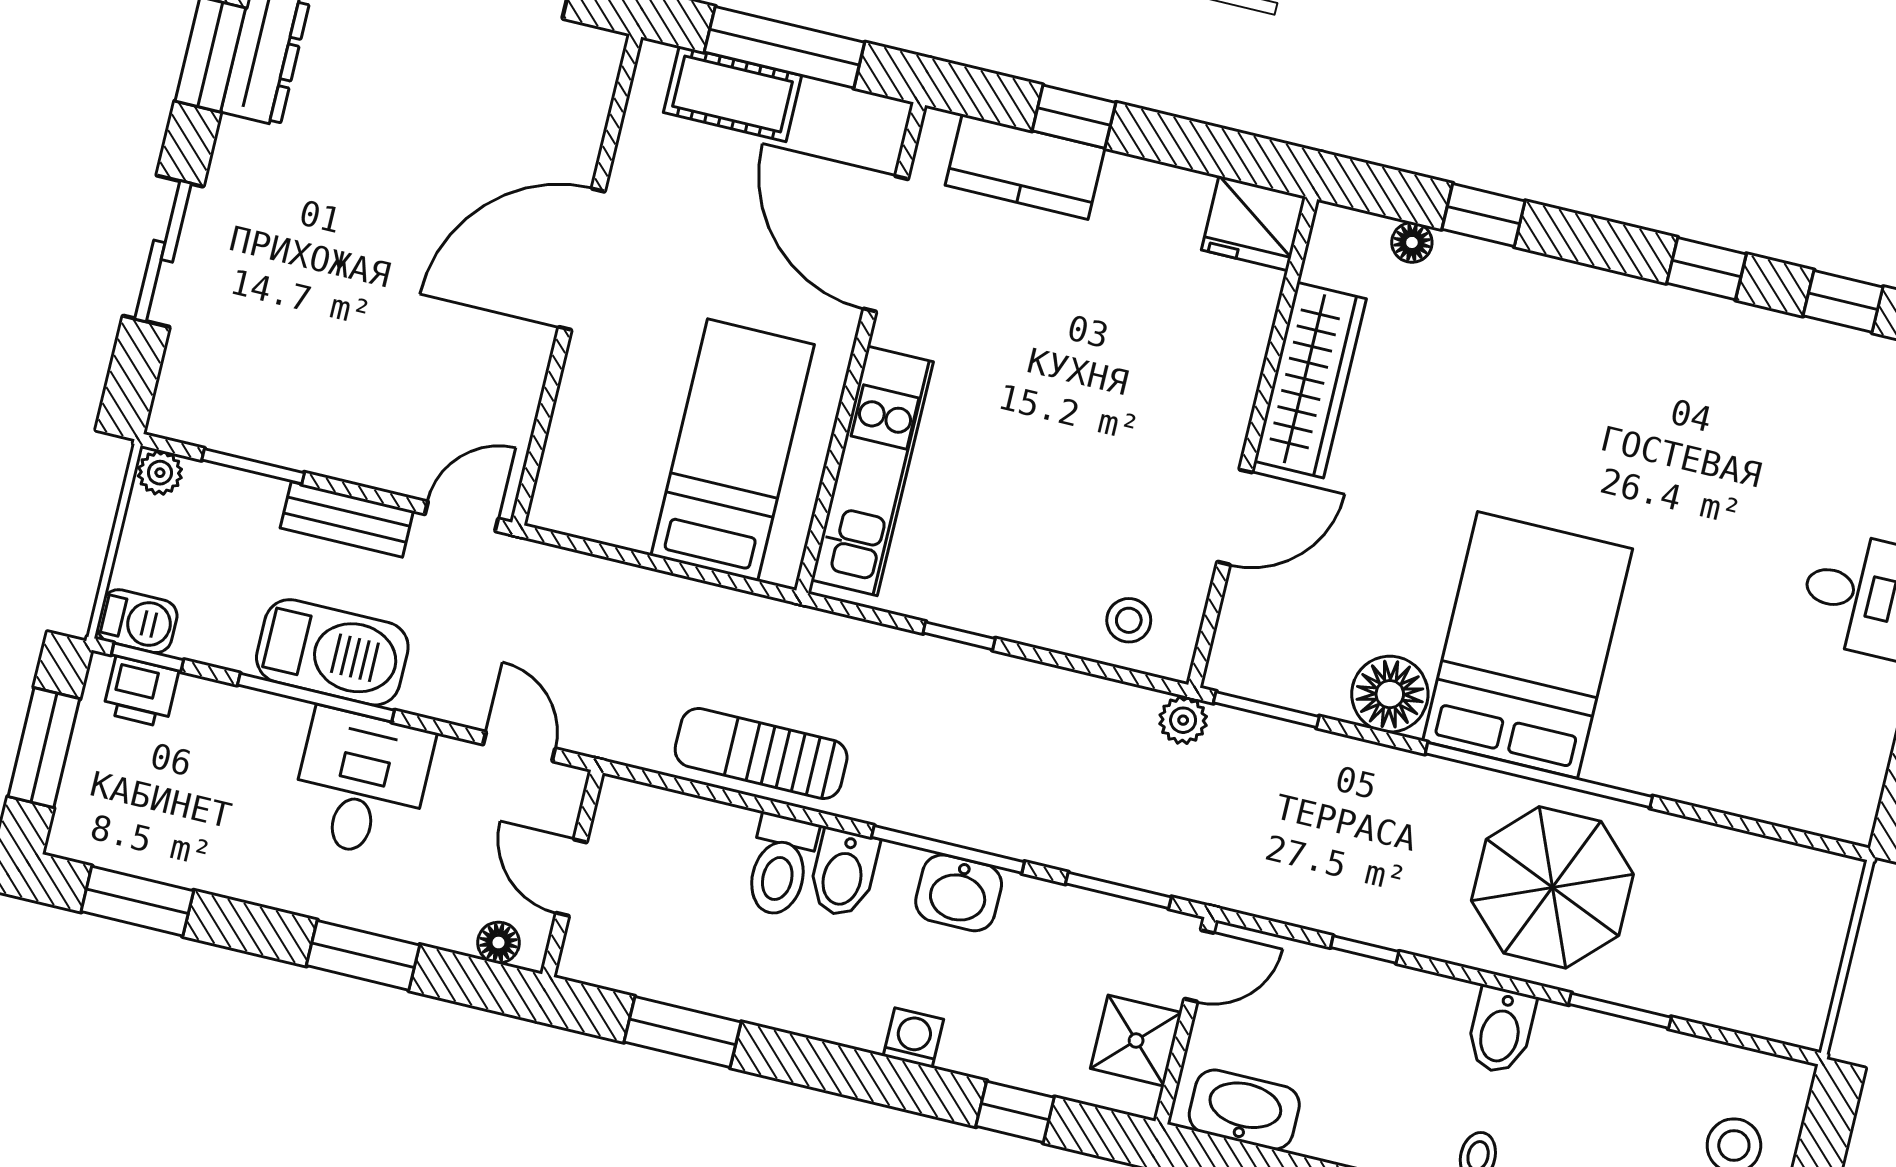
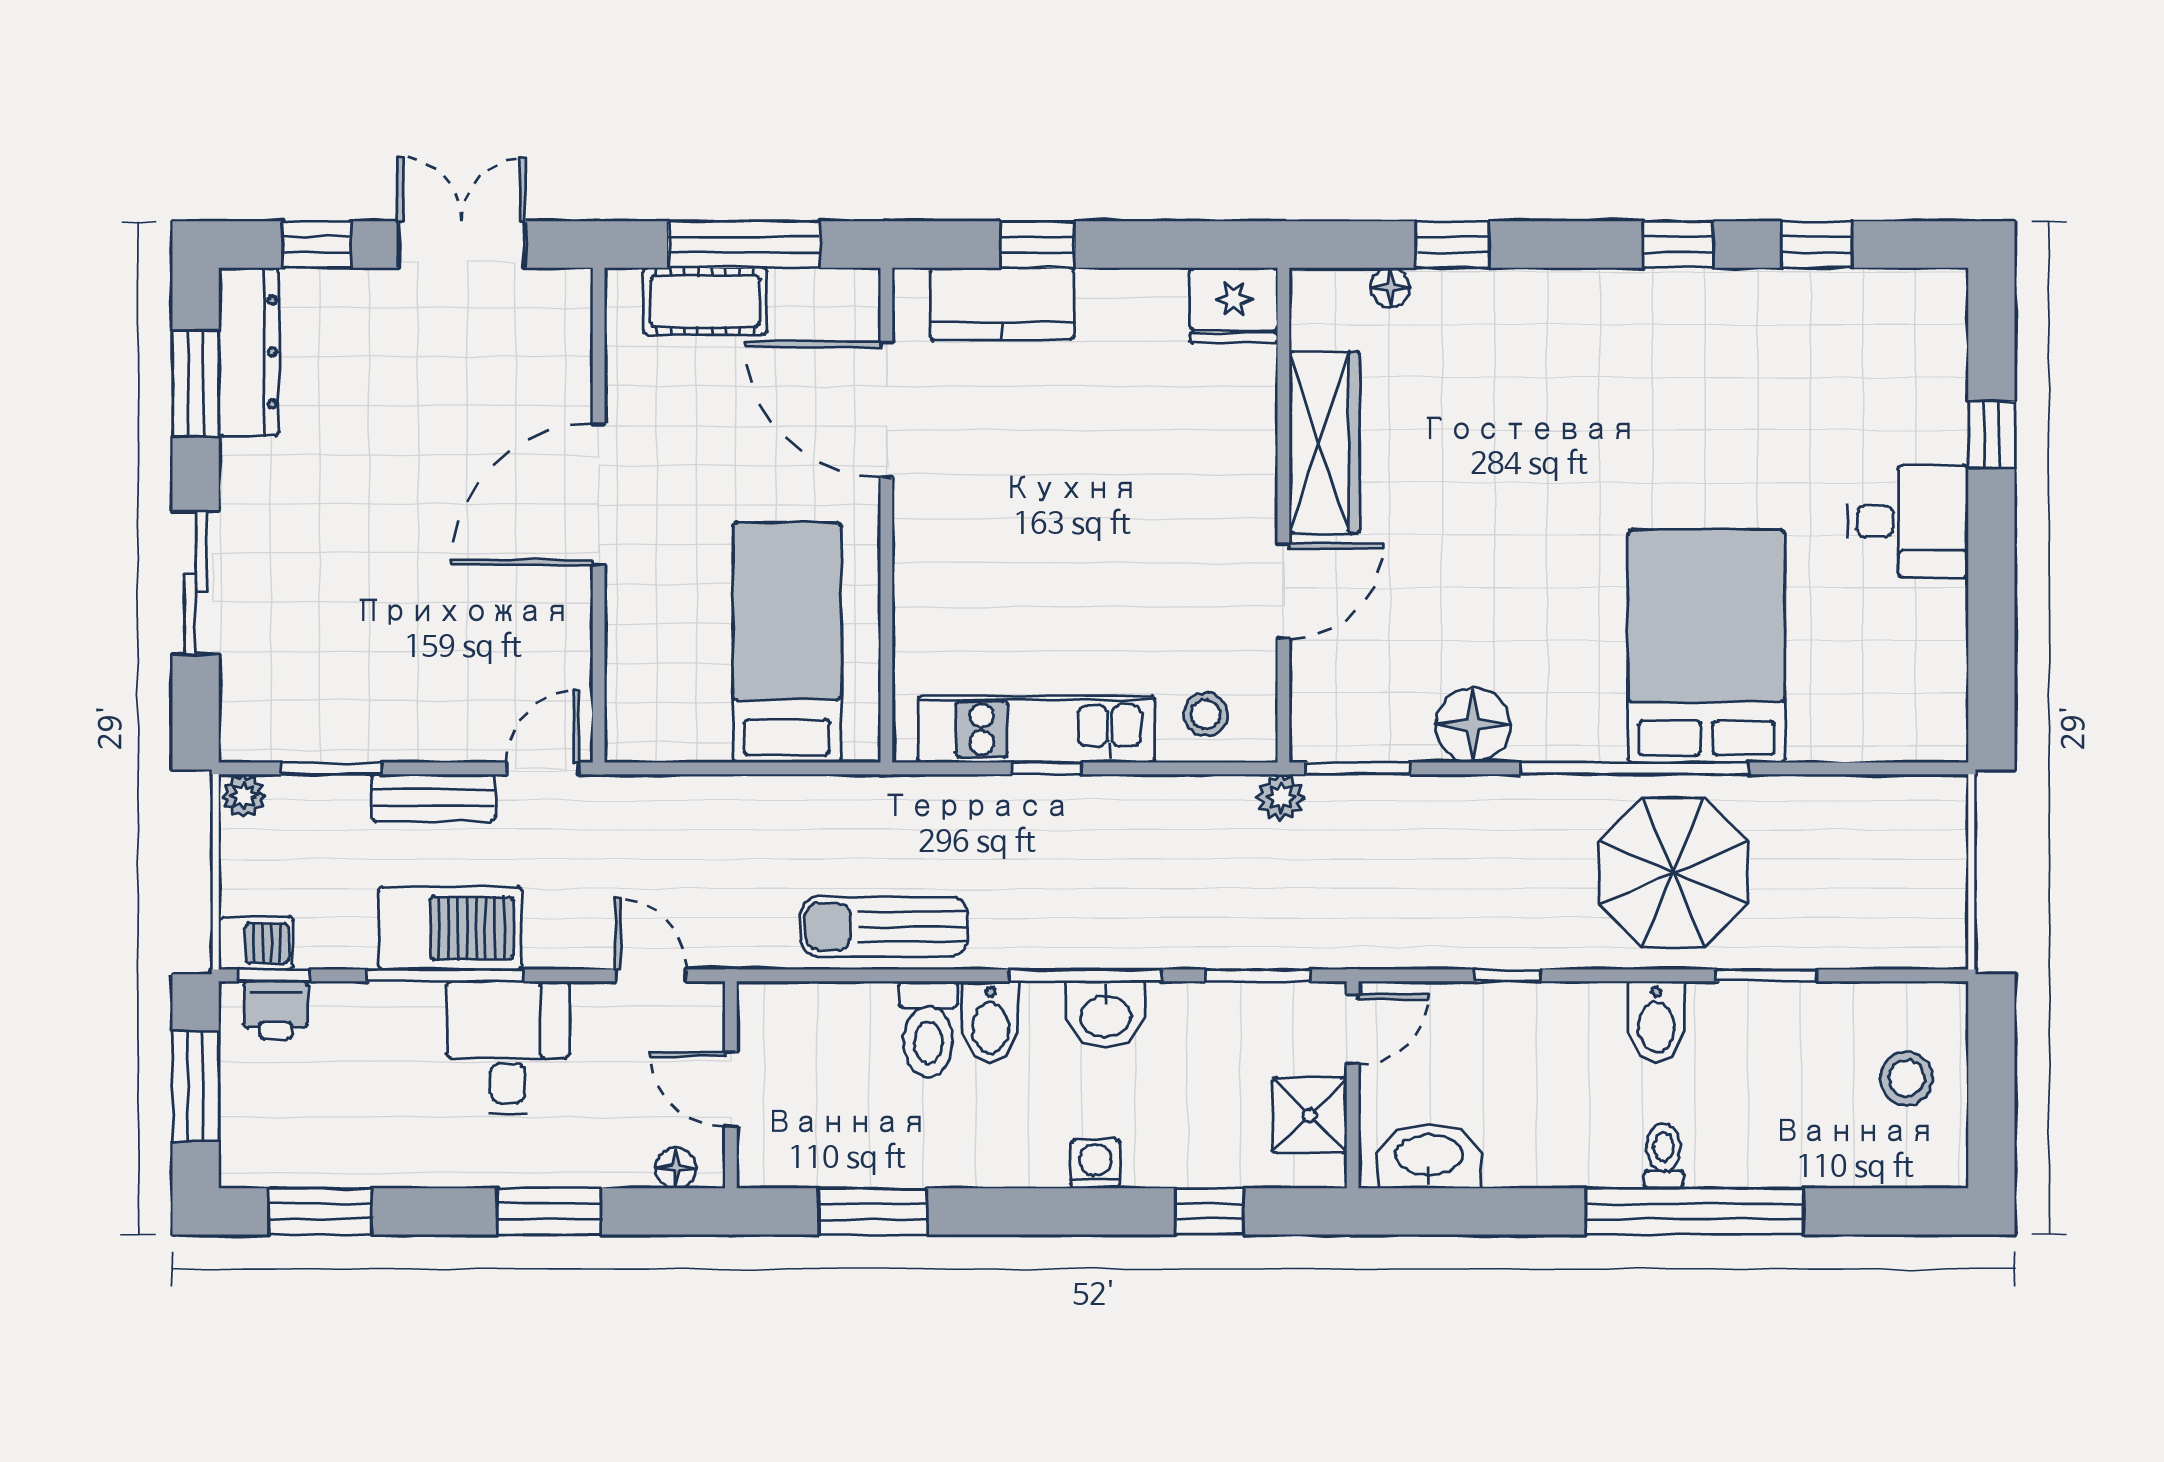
kitchen unit: (872, 471) -> (1036, 729), moved, turned -90
bed: (1528, 645) -> (1707, 646), moved

